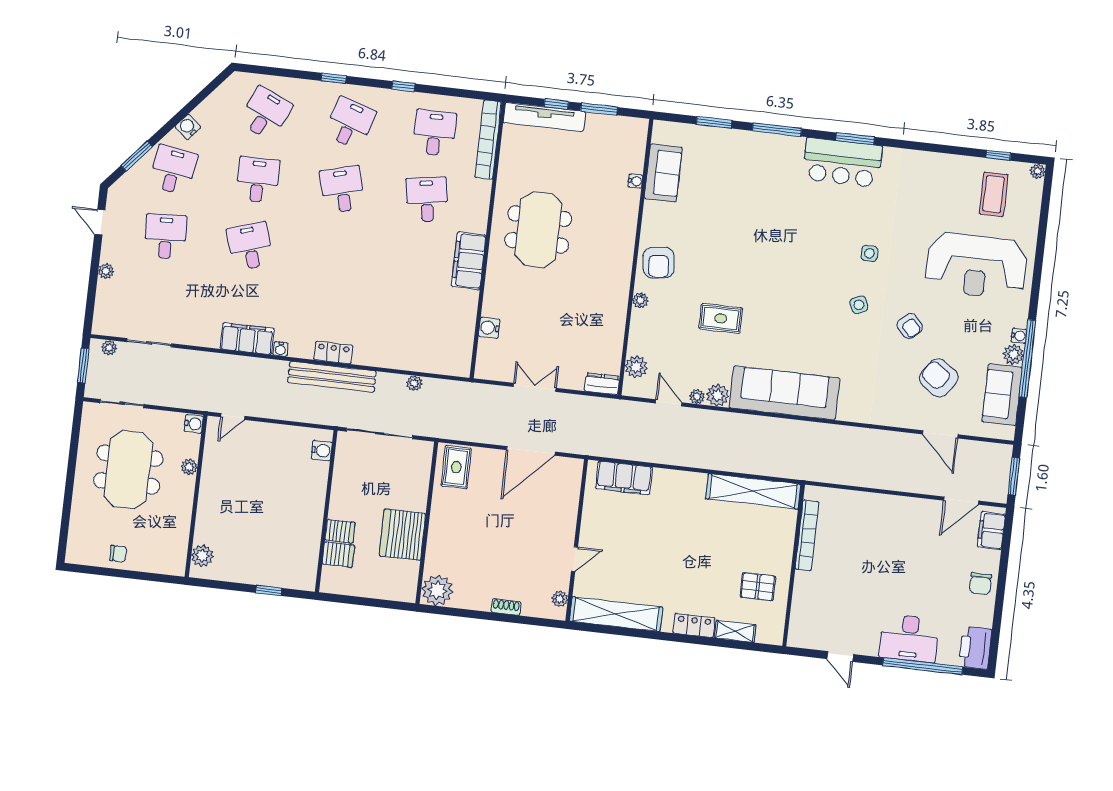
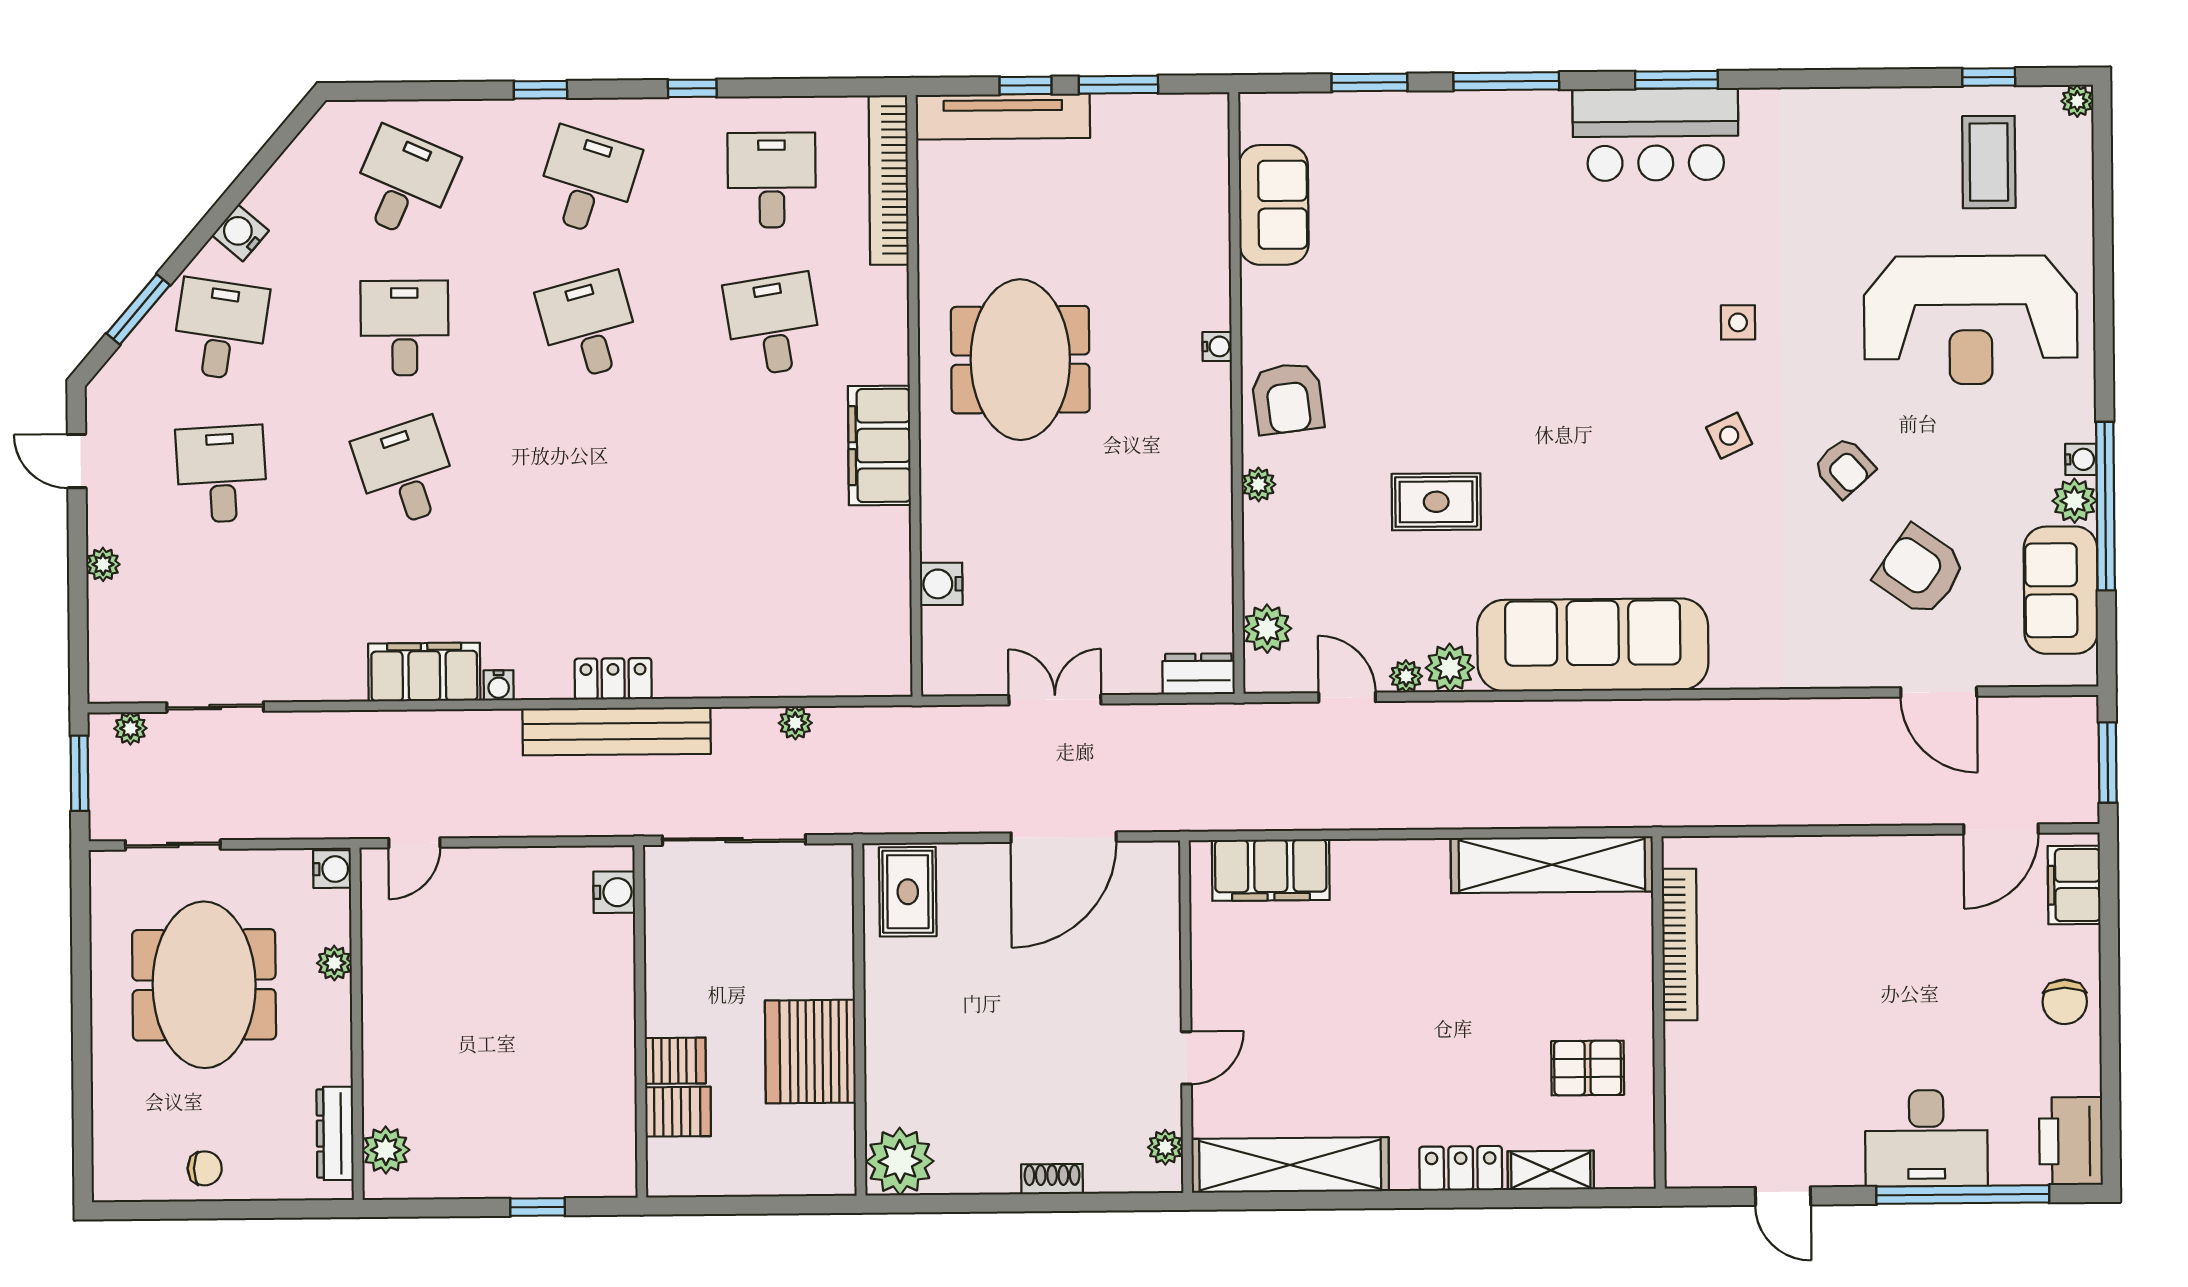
water cooler: (635, 181) -> (1217, 346), moved
dresser: (180, 545) -> (335, 1133), added

